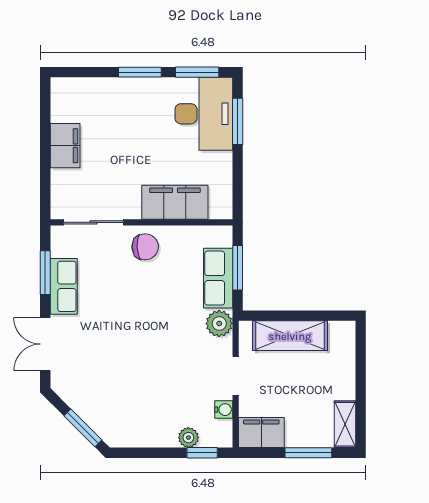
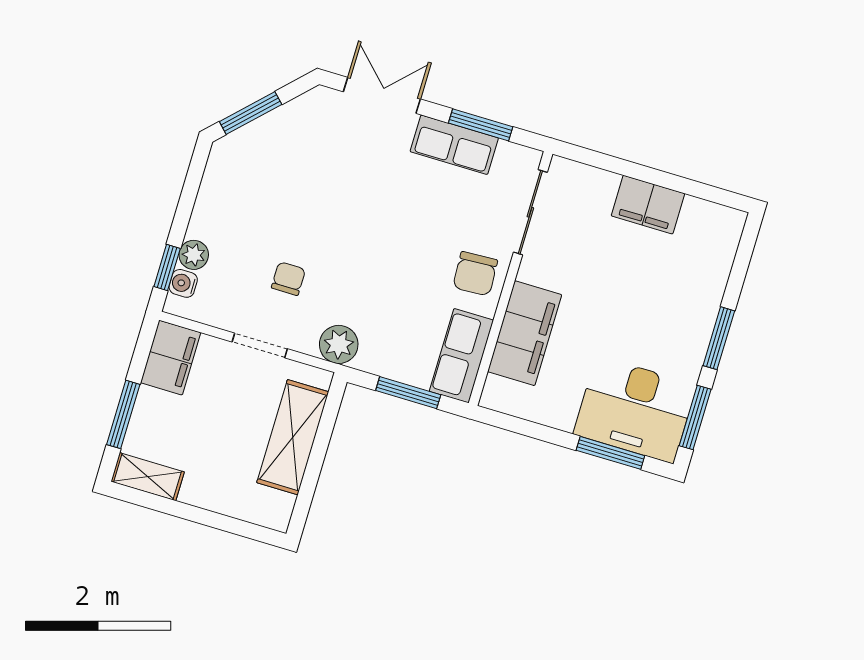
row of seats: (218, 278) -> (461, 356), moved, turned -90
chair: (185, 370) -> (288, 279), added
water cooler: (224, 410) -> (183, 283), moved, turned 90

